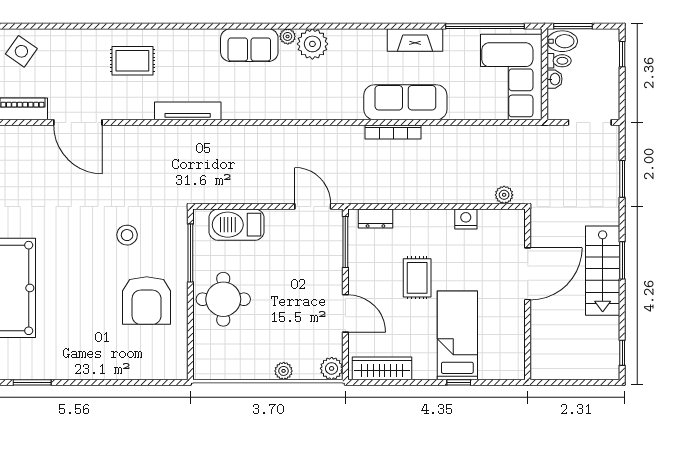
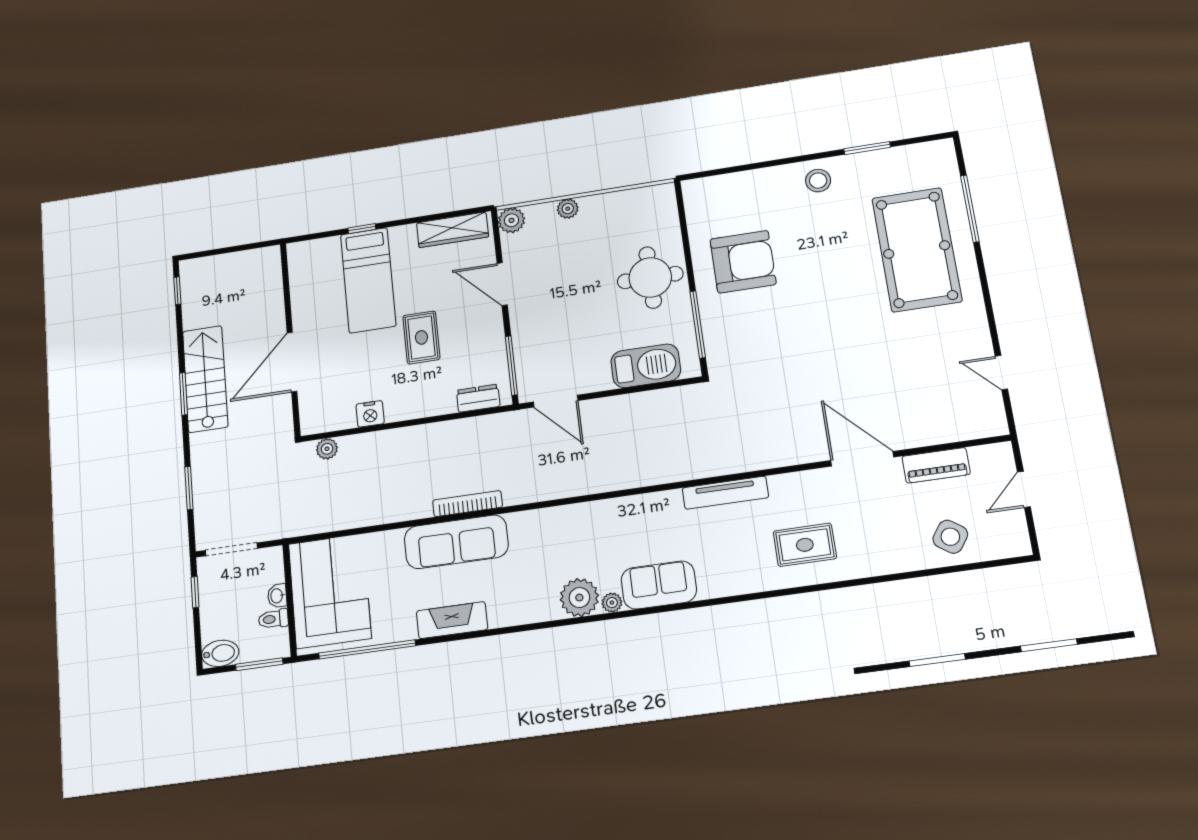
bidet: (562, 41) -> (220, 653), moved, turned 180
window: (622, 54) -> (195, 592), moved
stool: (127, 235) -> (818, 181), moved
armchair: (147, 301) -> (743, 262), turned 90

